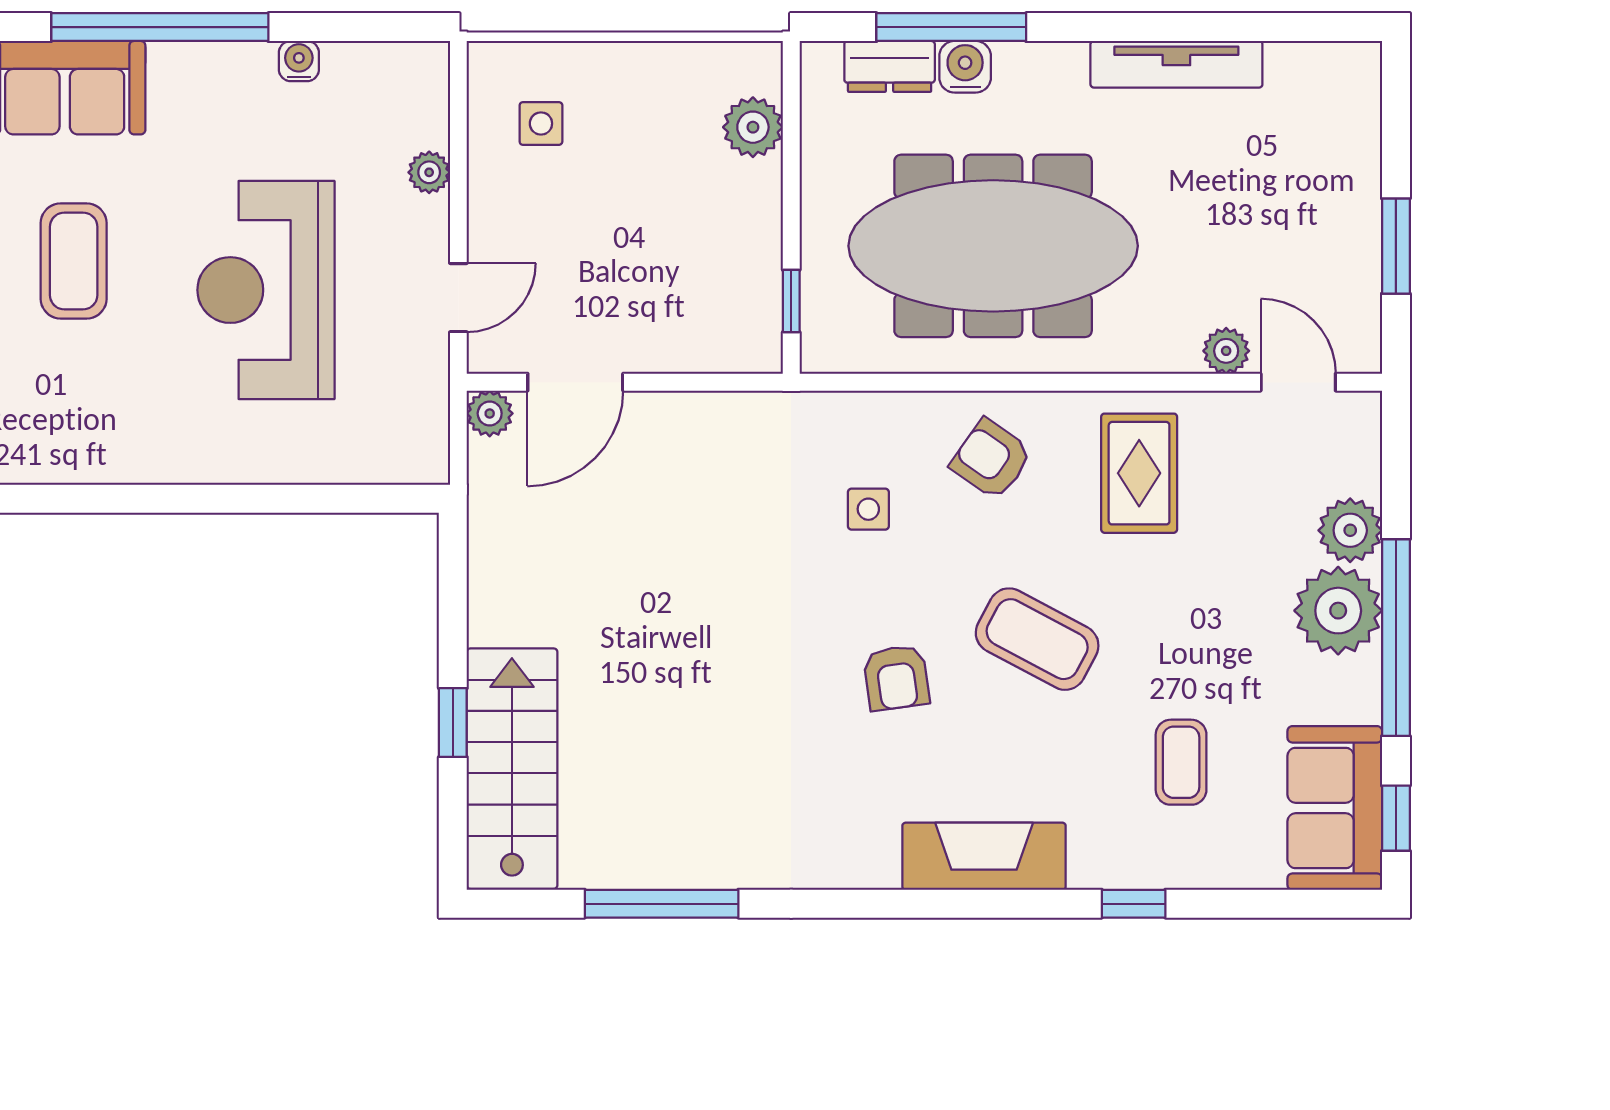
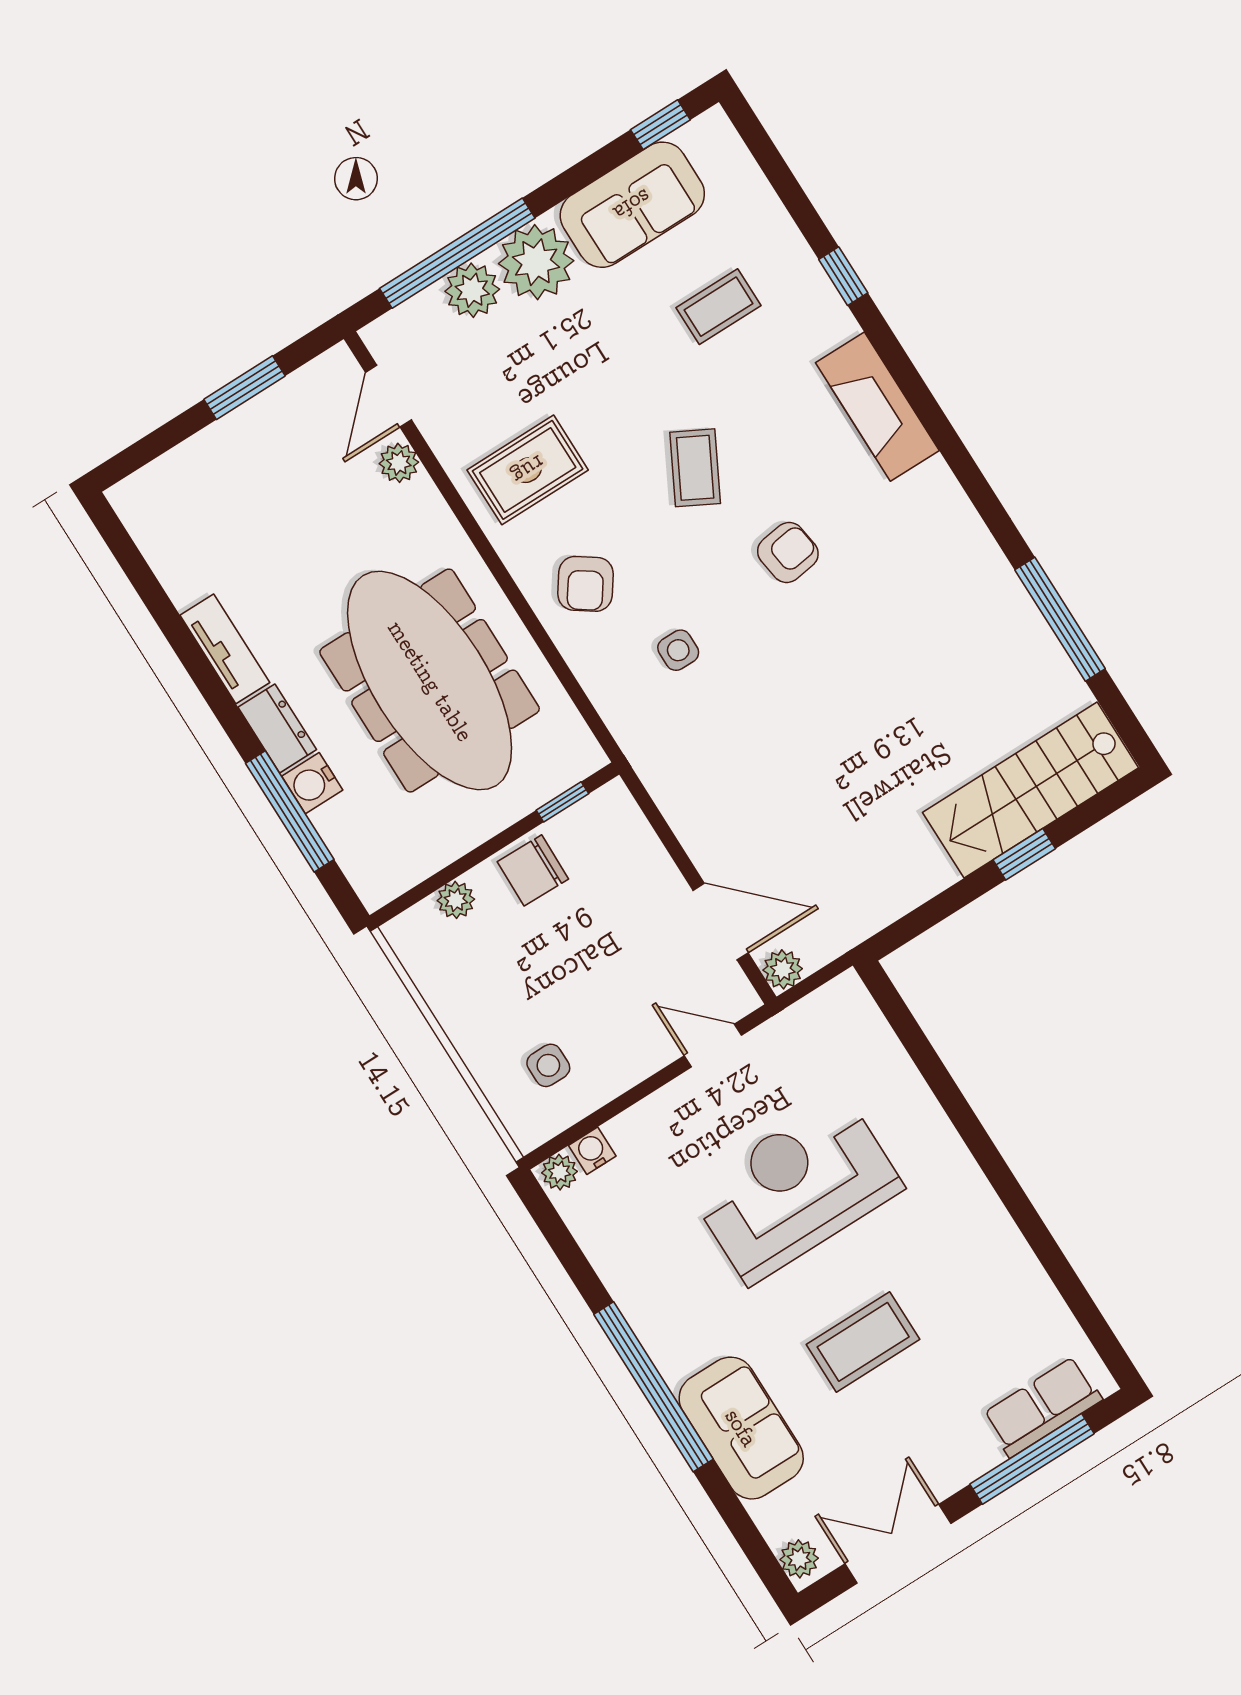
water cooler: (299, 61) -> (592, 1151), moved, turned 90
tv unit: (1176, 64) -> (225, 649), width x0.71
dresser: (890, 66) -> (277, 728), moved
plant: (753, 127) -> (456, 900), width x0.73, depth x0.73
plant: (429, 172) -> (560, 1172), moved
chair: (742, 230) -> (533, 870), added
reception desk: (266, 290) -> (796, 1189), turned 180
window: (1396, 638) -> (457, 253), moved
coffee table: (1037, 639) -> (695, 468), width x0.73, depth x0.77
sofa: (1335, 808) -> (632, 205), moved

